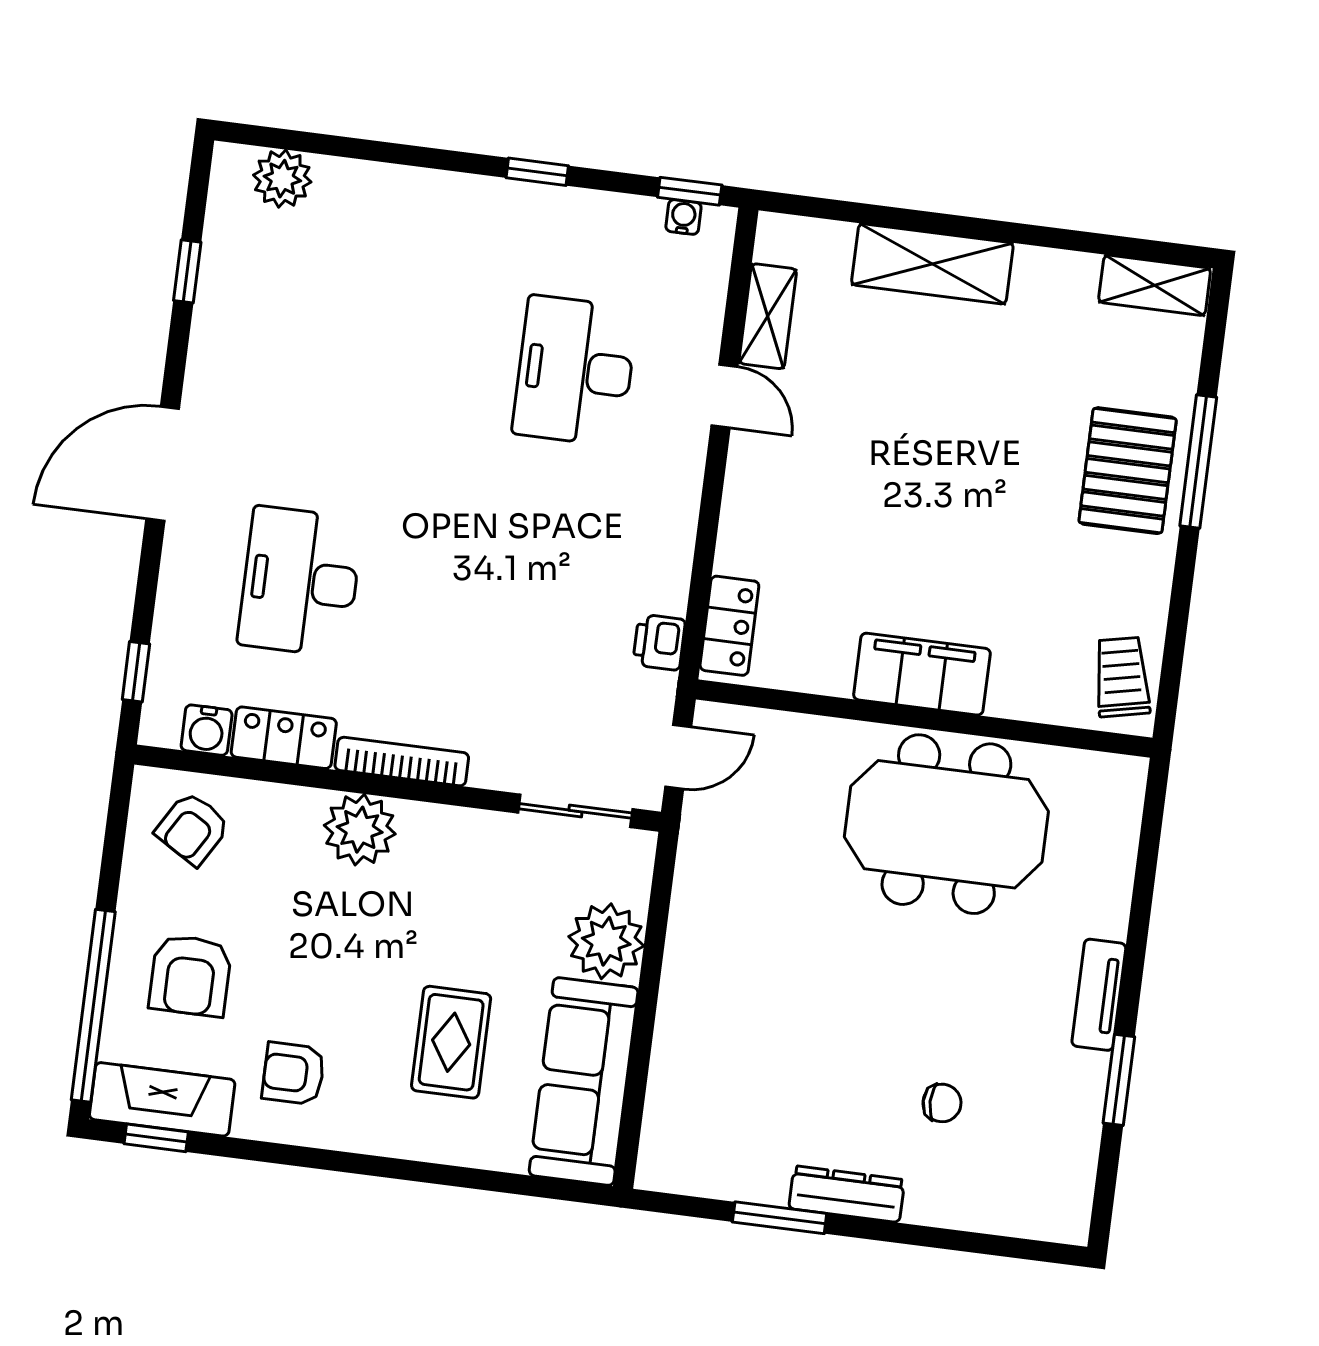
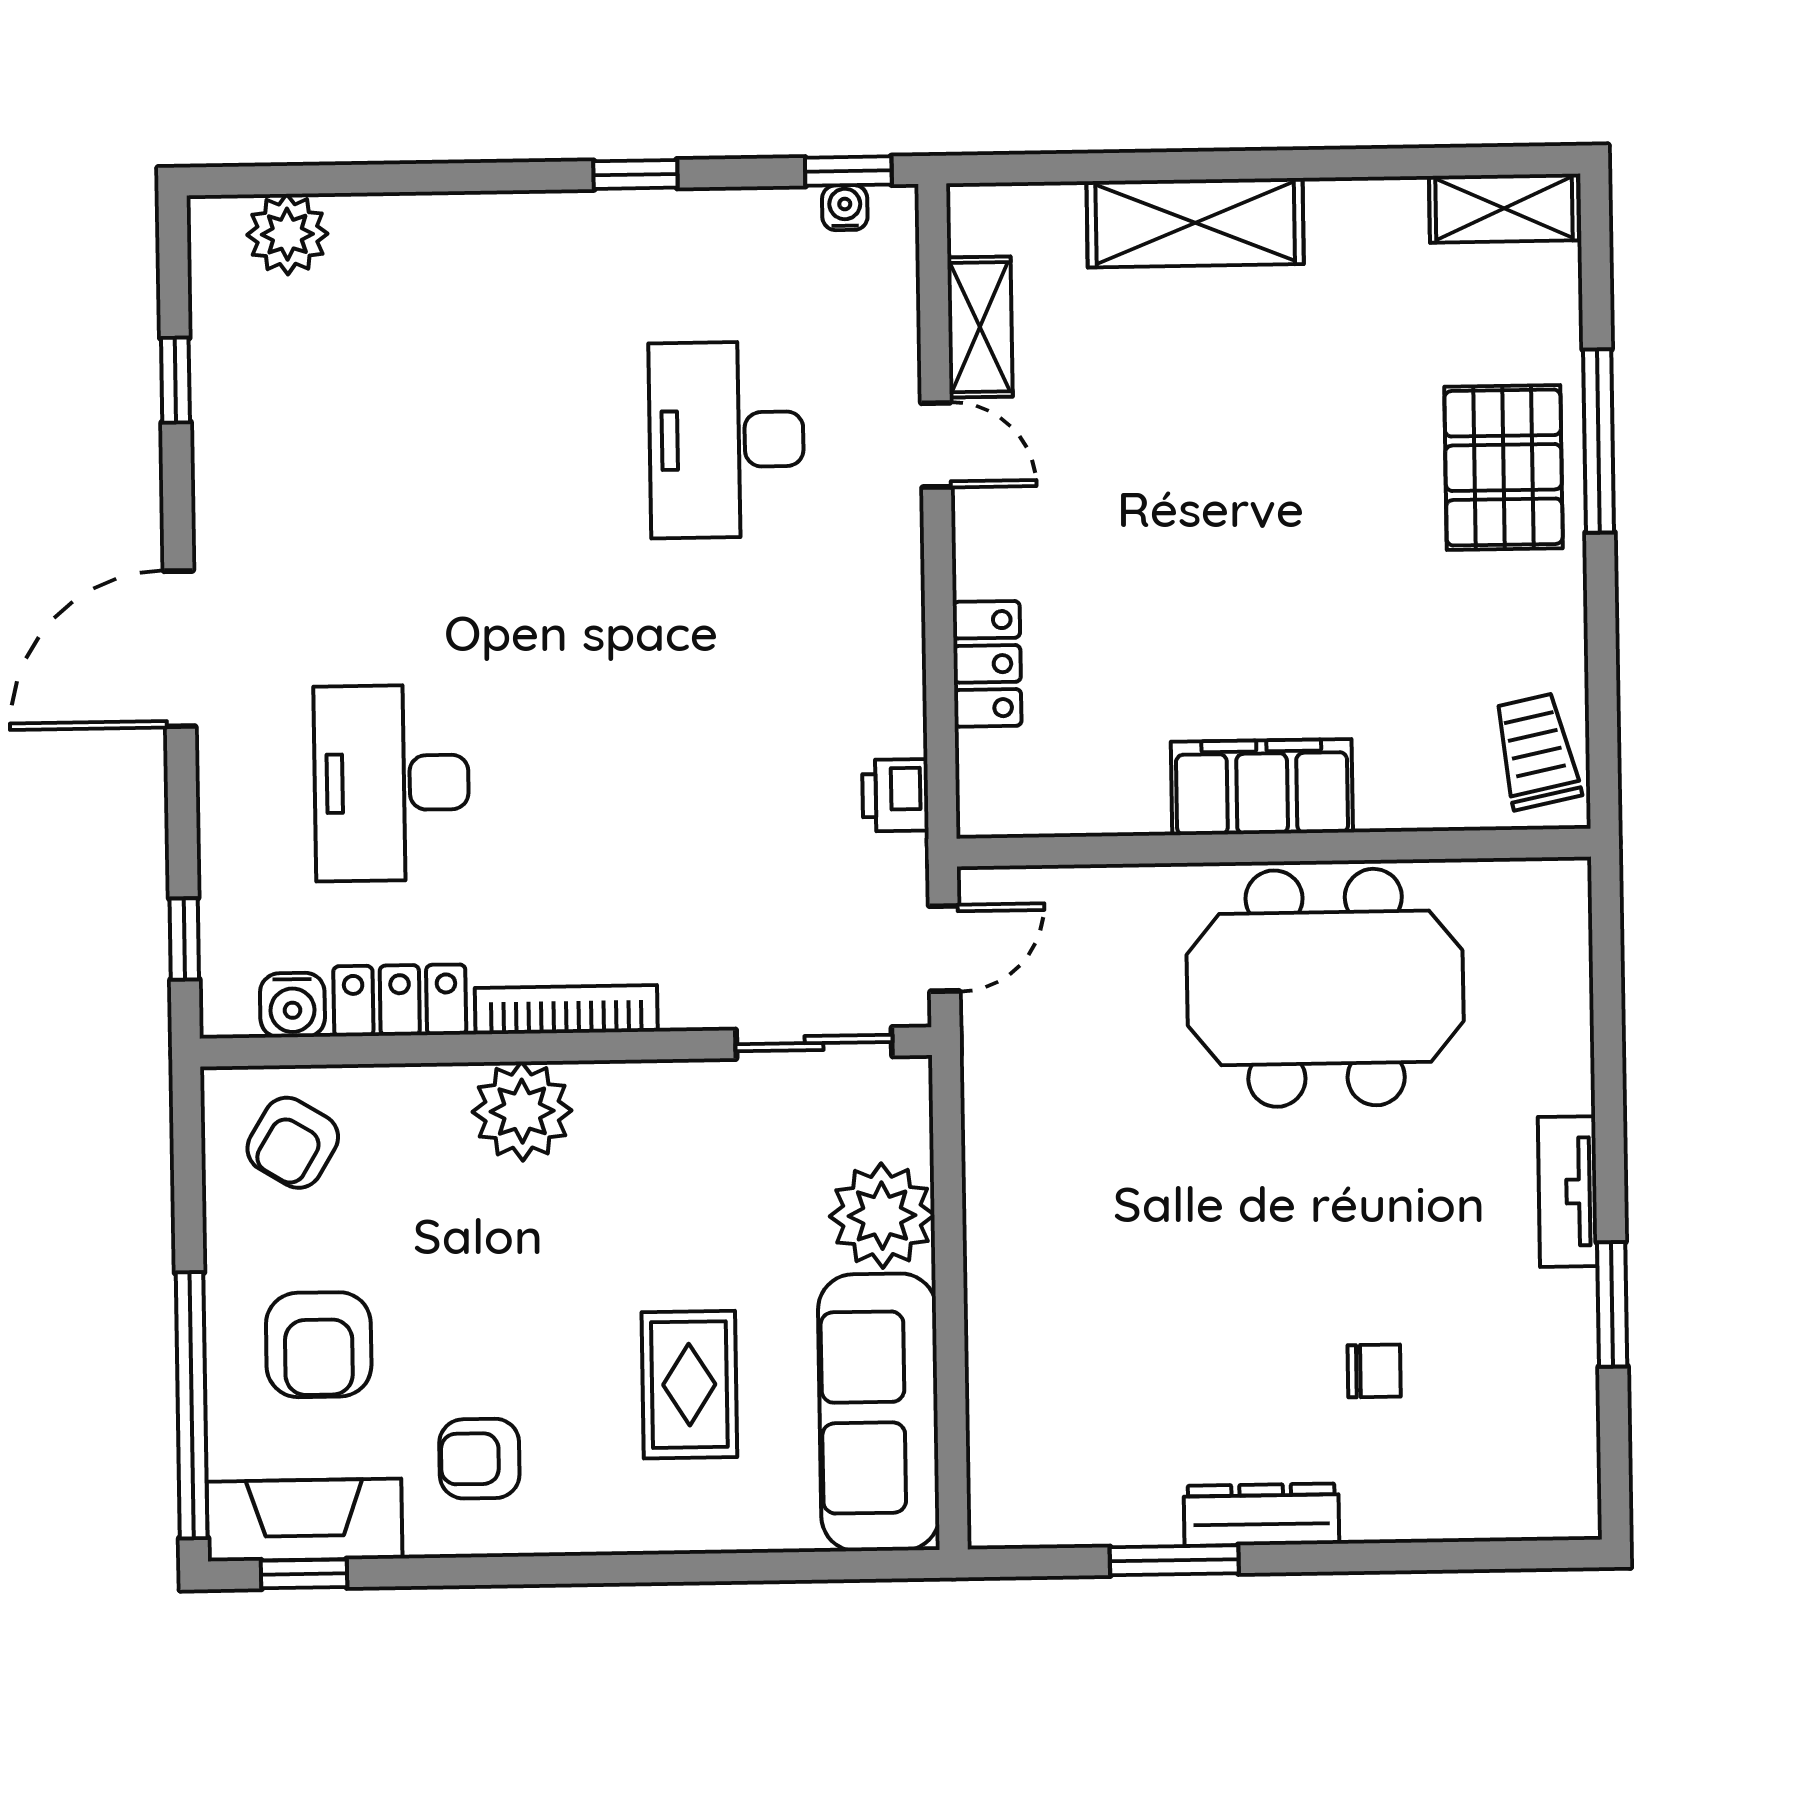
locker: (729, 626) -> (987, 664), moved

